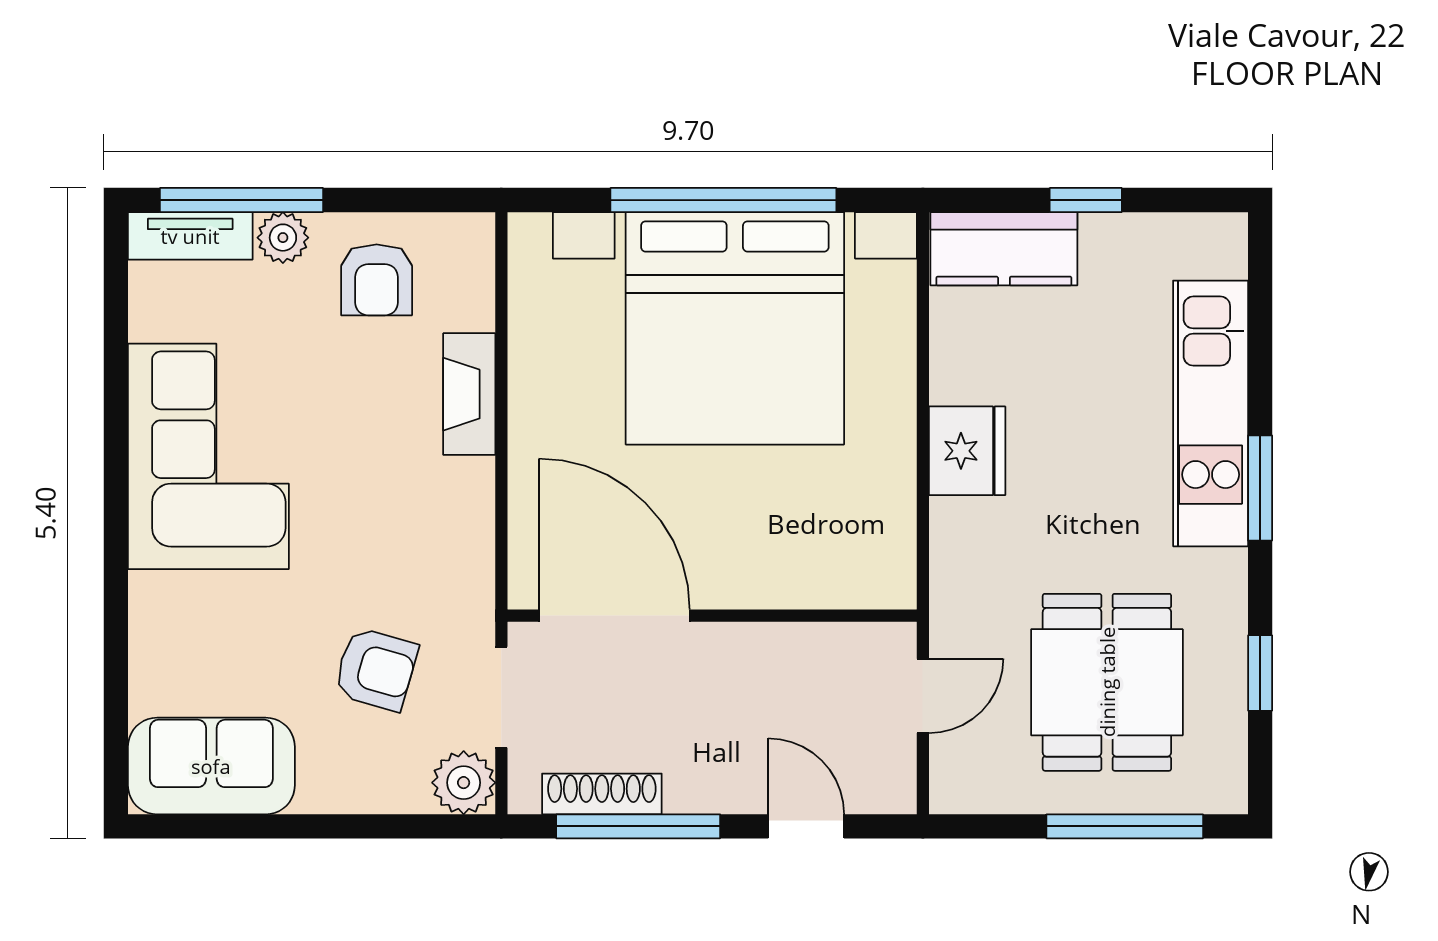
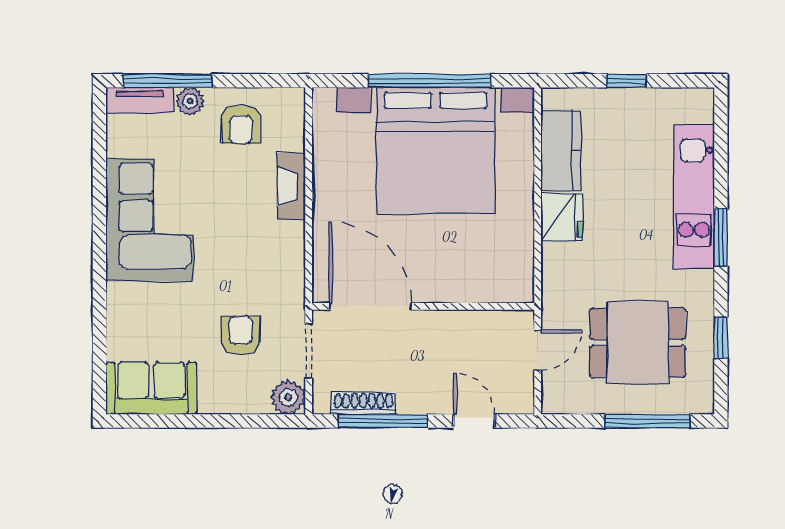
kitchen counter: (1004, 249) -> (561, 150), moved, turned -90
armchair: (376, 669) -> (241, 336), turned -106
dining table: (1107, 682) -> (638, 343), turned 90

